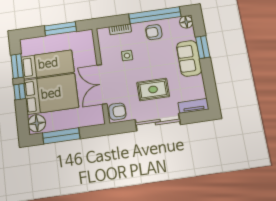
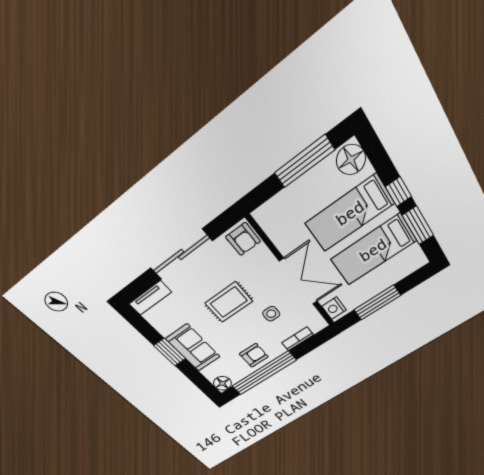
nightstand: (88, 39) -> (334, 308), added
window: (203, 47) -> (170, 352), moved
double door: (102, 84) -> (299, 281), moved
rug: (153, 89) -> (229, 302), moved
bed: (51, 94) -> (350, 213), width x0.67
armchair: (117, 112) -> (243, 239), turned -90

